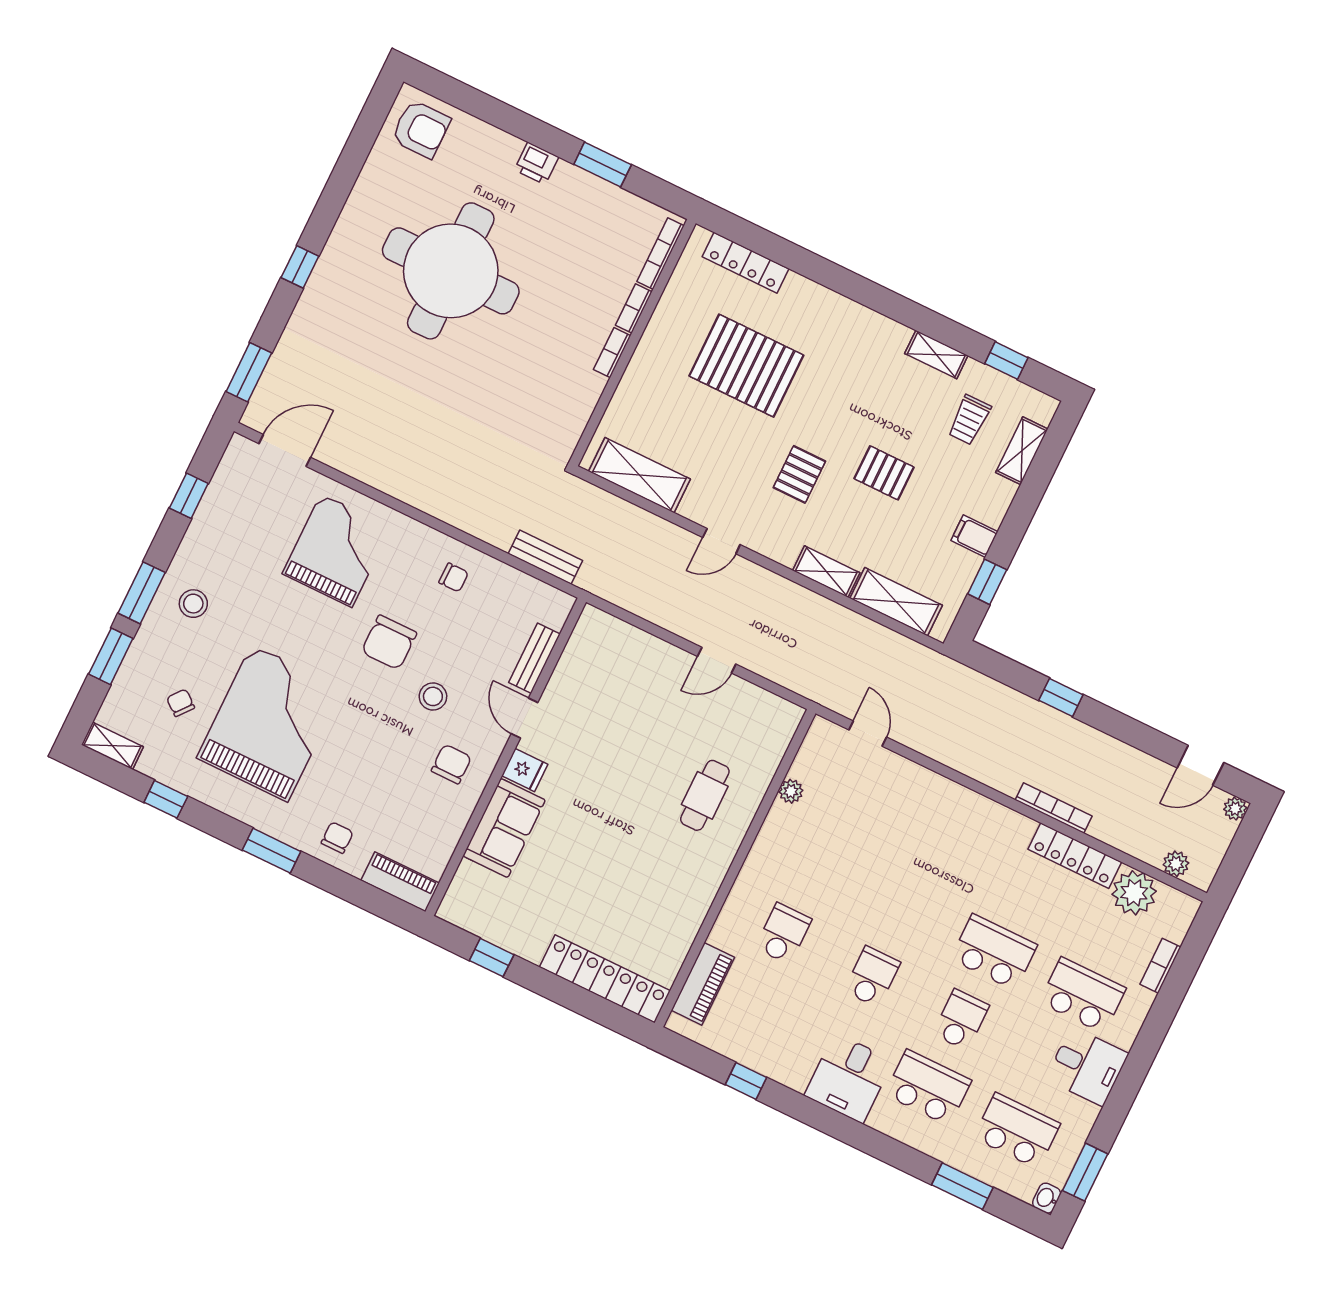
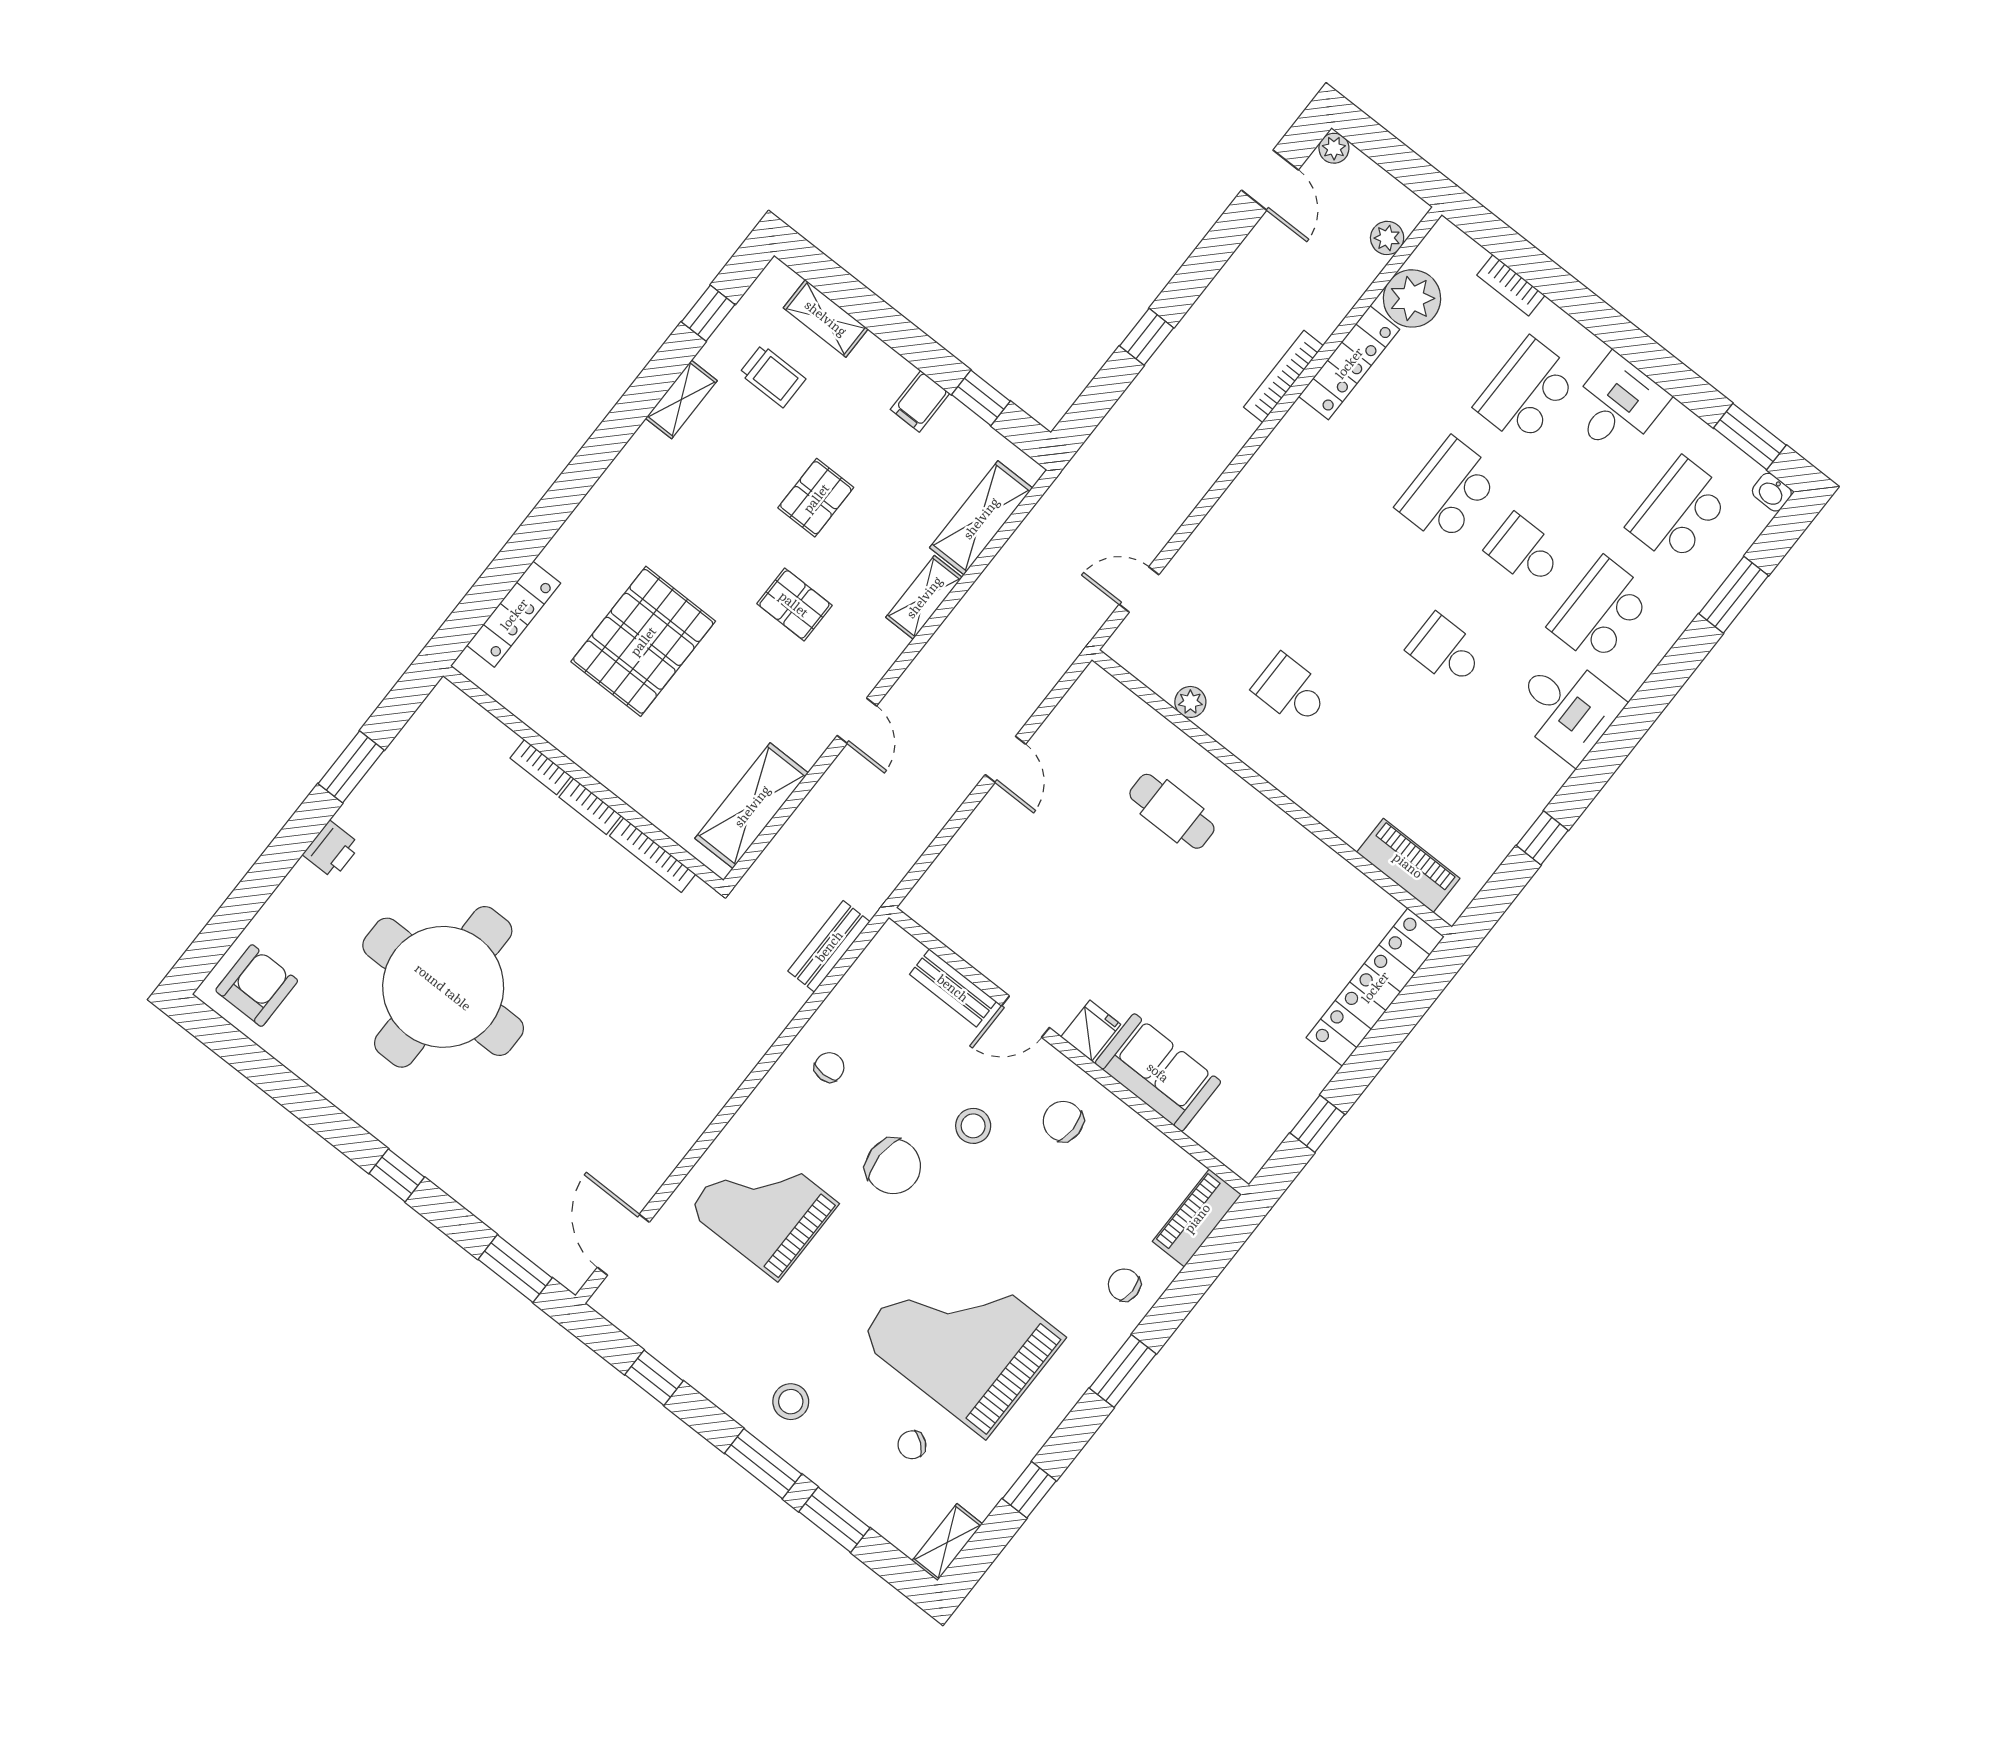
bookcase: (661, 254) -> (653, 855), moved
school desk: (783, 934) -> (1291, 691), moved

